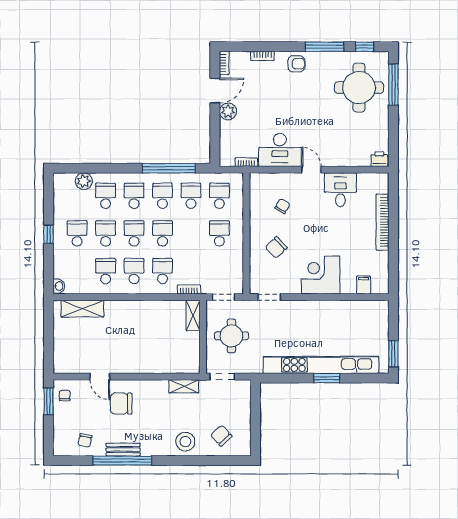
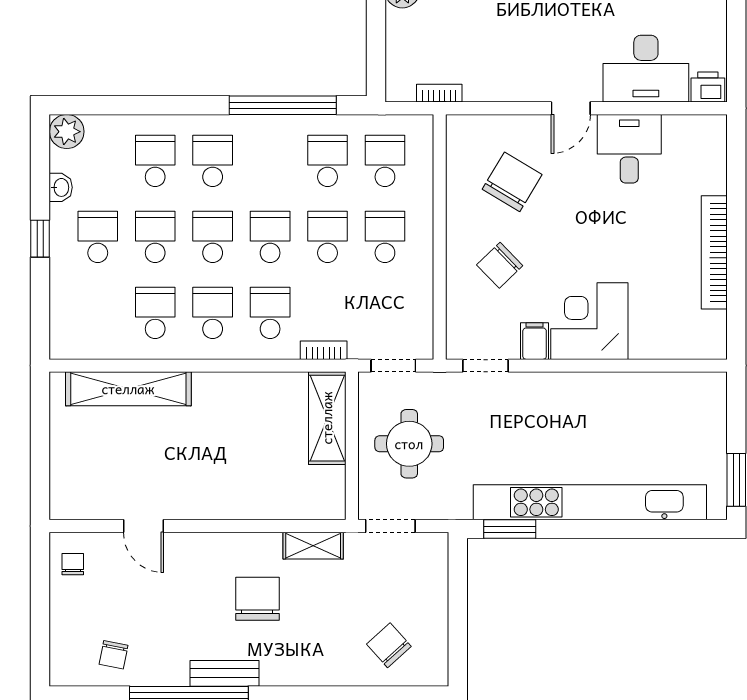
desk: (280, 150) -> (646, 69), moved
door: (311, 170) -> (571, 108), swing flipped
plant: (84, 181) -> (67, 132), moved
school desk: (162, 196) -> (328, 237), moved
chair: (282, 206) -> (512, 182), width x1.87, depth x1.87
bookcase: (383, 222) -> (714, 252), moved
filing cabinet: (364, 285) -> (535, 341), moved
washbasin: (59, 286) -> (61, 187), moved
shelving: (82, 309) -> (128, 389), width x1.47
shelving: (193, 315) -> (327, 418), width x1.50, depth x1.33
window: (327, 378) -> (510, 529), moved
window: (49, 401) -> (40, 576), removed
chair: (121, 404) -> (257, 599), moved, turned 90
stool: (185, 442) -> (316, 657), removed
bench: (123, 450) -> (224, 673), moved

